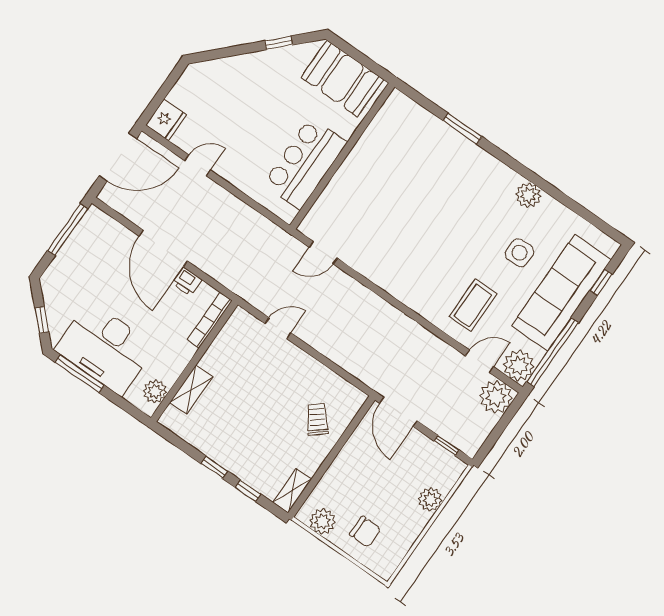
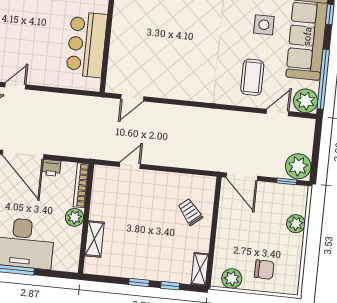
plant: (155, 391) -> (75, 217), moved
plant: (496, 397) -> (298, 166), moved

